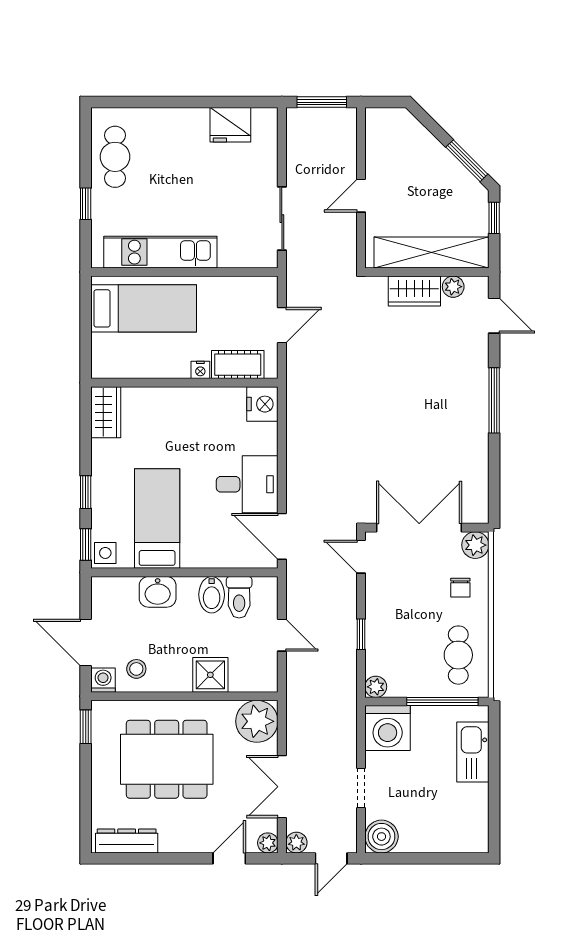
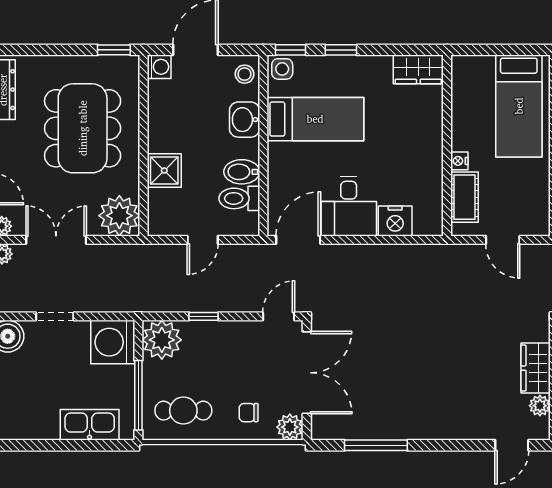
window: (494, 400) -> (376, 445), moved
nightstand: (262, 404) -> (395, 221), moved
stool: (136, 669) -> (245, 74), moved
plant: (376, 687) -> (162, 340), width x1.88, depth x1.88

